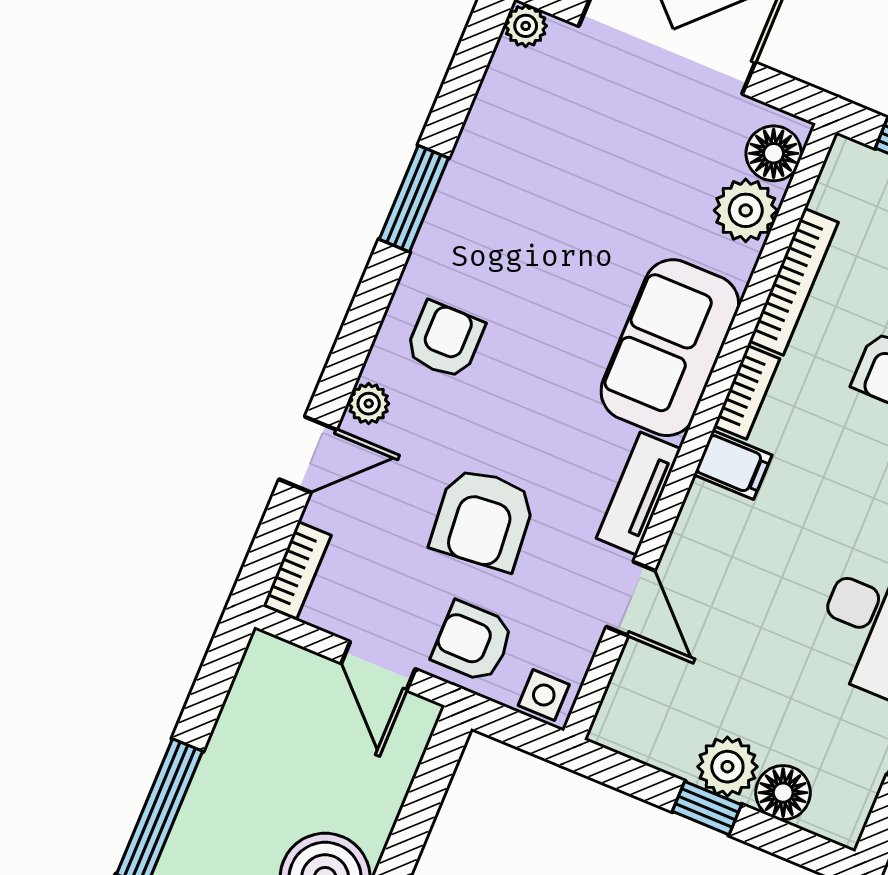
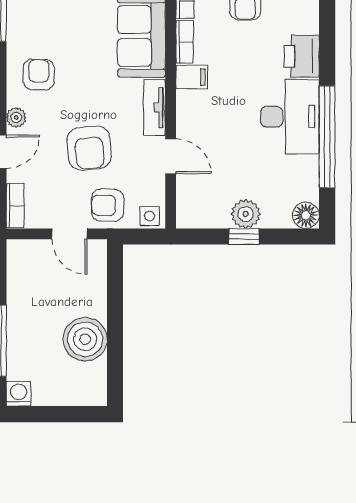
floor lamp: (783, 793) -> (306, 215), moved

